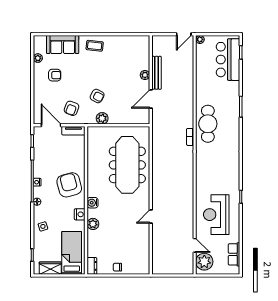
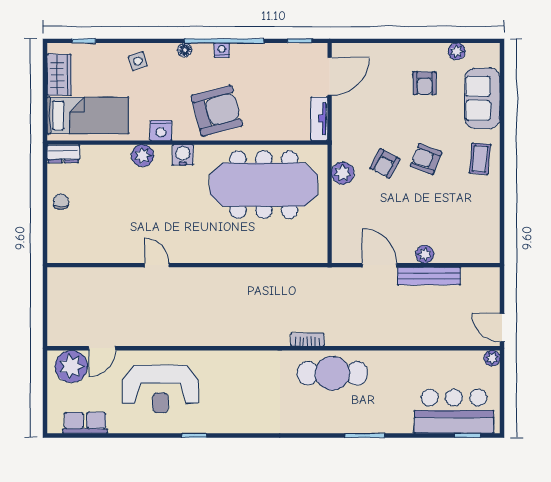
armchair: (71, 108) -> (426, 159), moved
meeting table: (127, 165) -> (264, 185), moved
reception desk: (216, 215) -> (160, 389), turned 180

